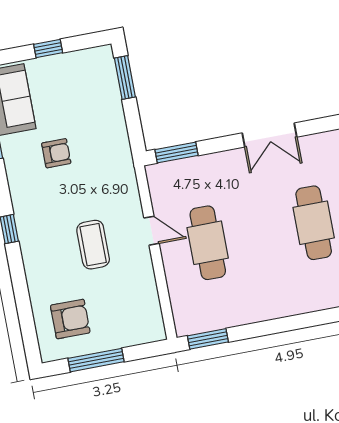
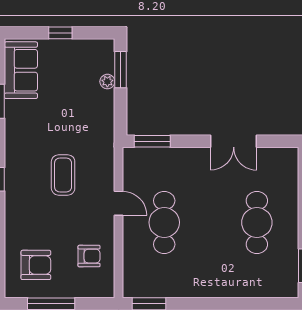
plant: (112, 94) -> (107, 82), added
armchair: (56, 153) -> (89, 256), moved
coffee table: (93, 245) -> (63, 175), moved

